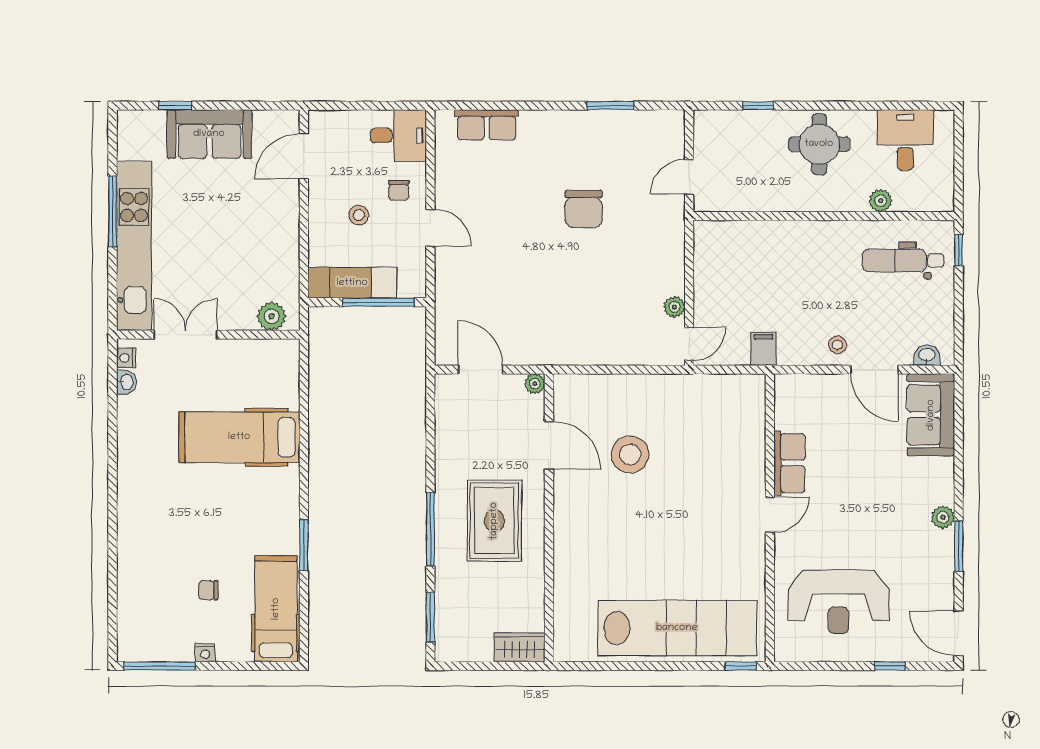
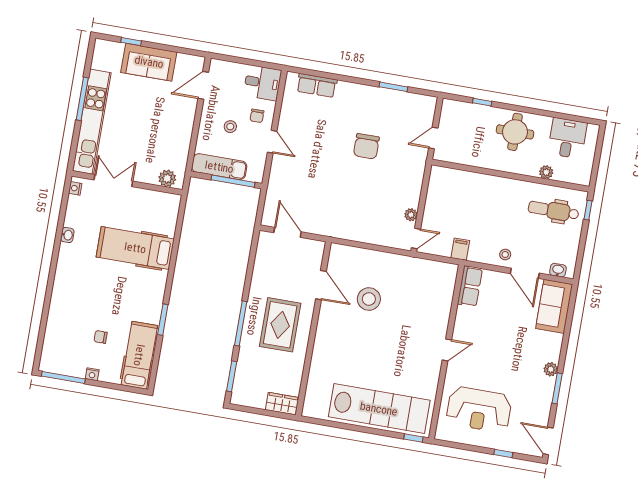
washbasin: (126, 382) -> (67, 235), moved
plant: (535, 384) -> (319, 247), removed
row of seats: (789, 463) -> (470, 286), moved

